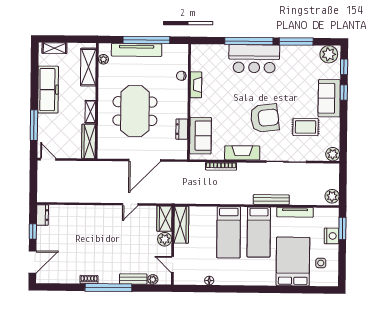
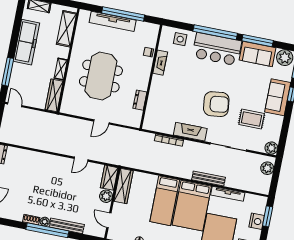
side table: (213, 55) -> (180, 39), added
plant: (103, 59) -> (81, 24), removed
sofa: (200, 136) -> (257, 54), moved, turned 90
door: (145, 160) -> (101, 122), width x0.53
plant: (332, 196) -> (267, 168), moved
bed: (259, 232) -> (192, 206), width x1.50
bench: (133, 279) -> (67, 226), width x1.36
plant: (153, 279) -> (45, 222), moved

